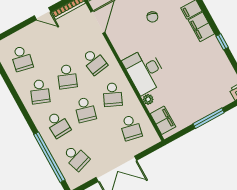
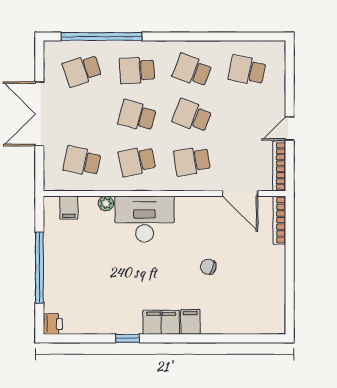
school desk: (113, 95) -> (137, 161), turned -36
window: (209, 118) -> (39, 267), width x1.46
filing cabinet: (163, 120) -> (69, 208), width x0.50

